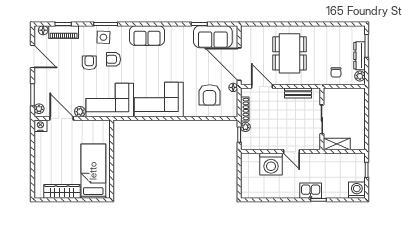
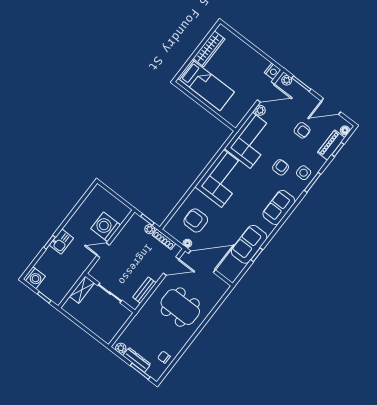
sofa: (213, 37) -> (249, 244), moved
armchair: (89, 63) -> (302, 130), moved
chair: (336, 72) -> (164, 357), moved

